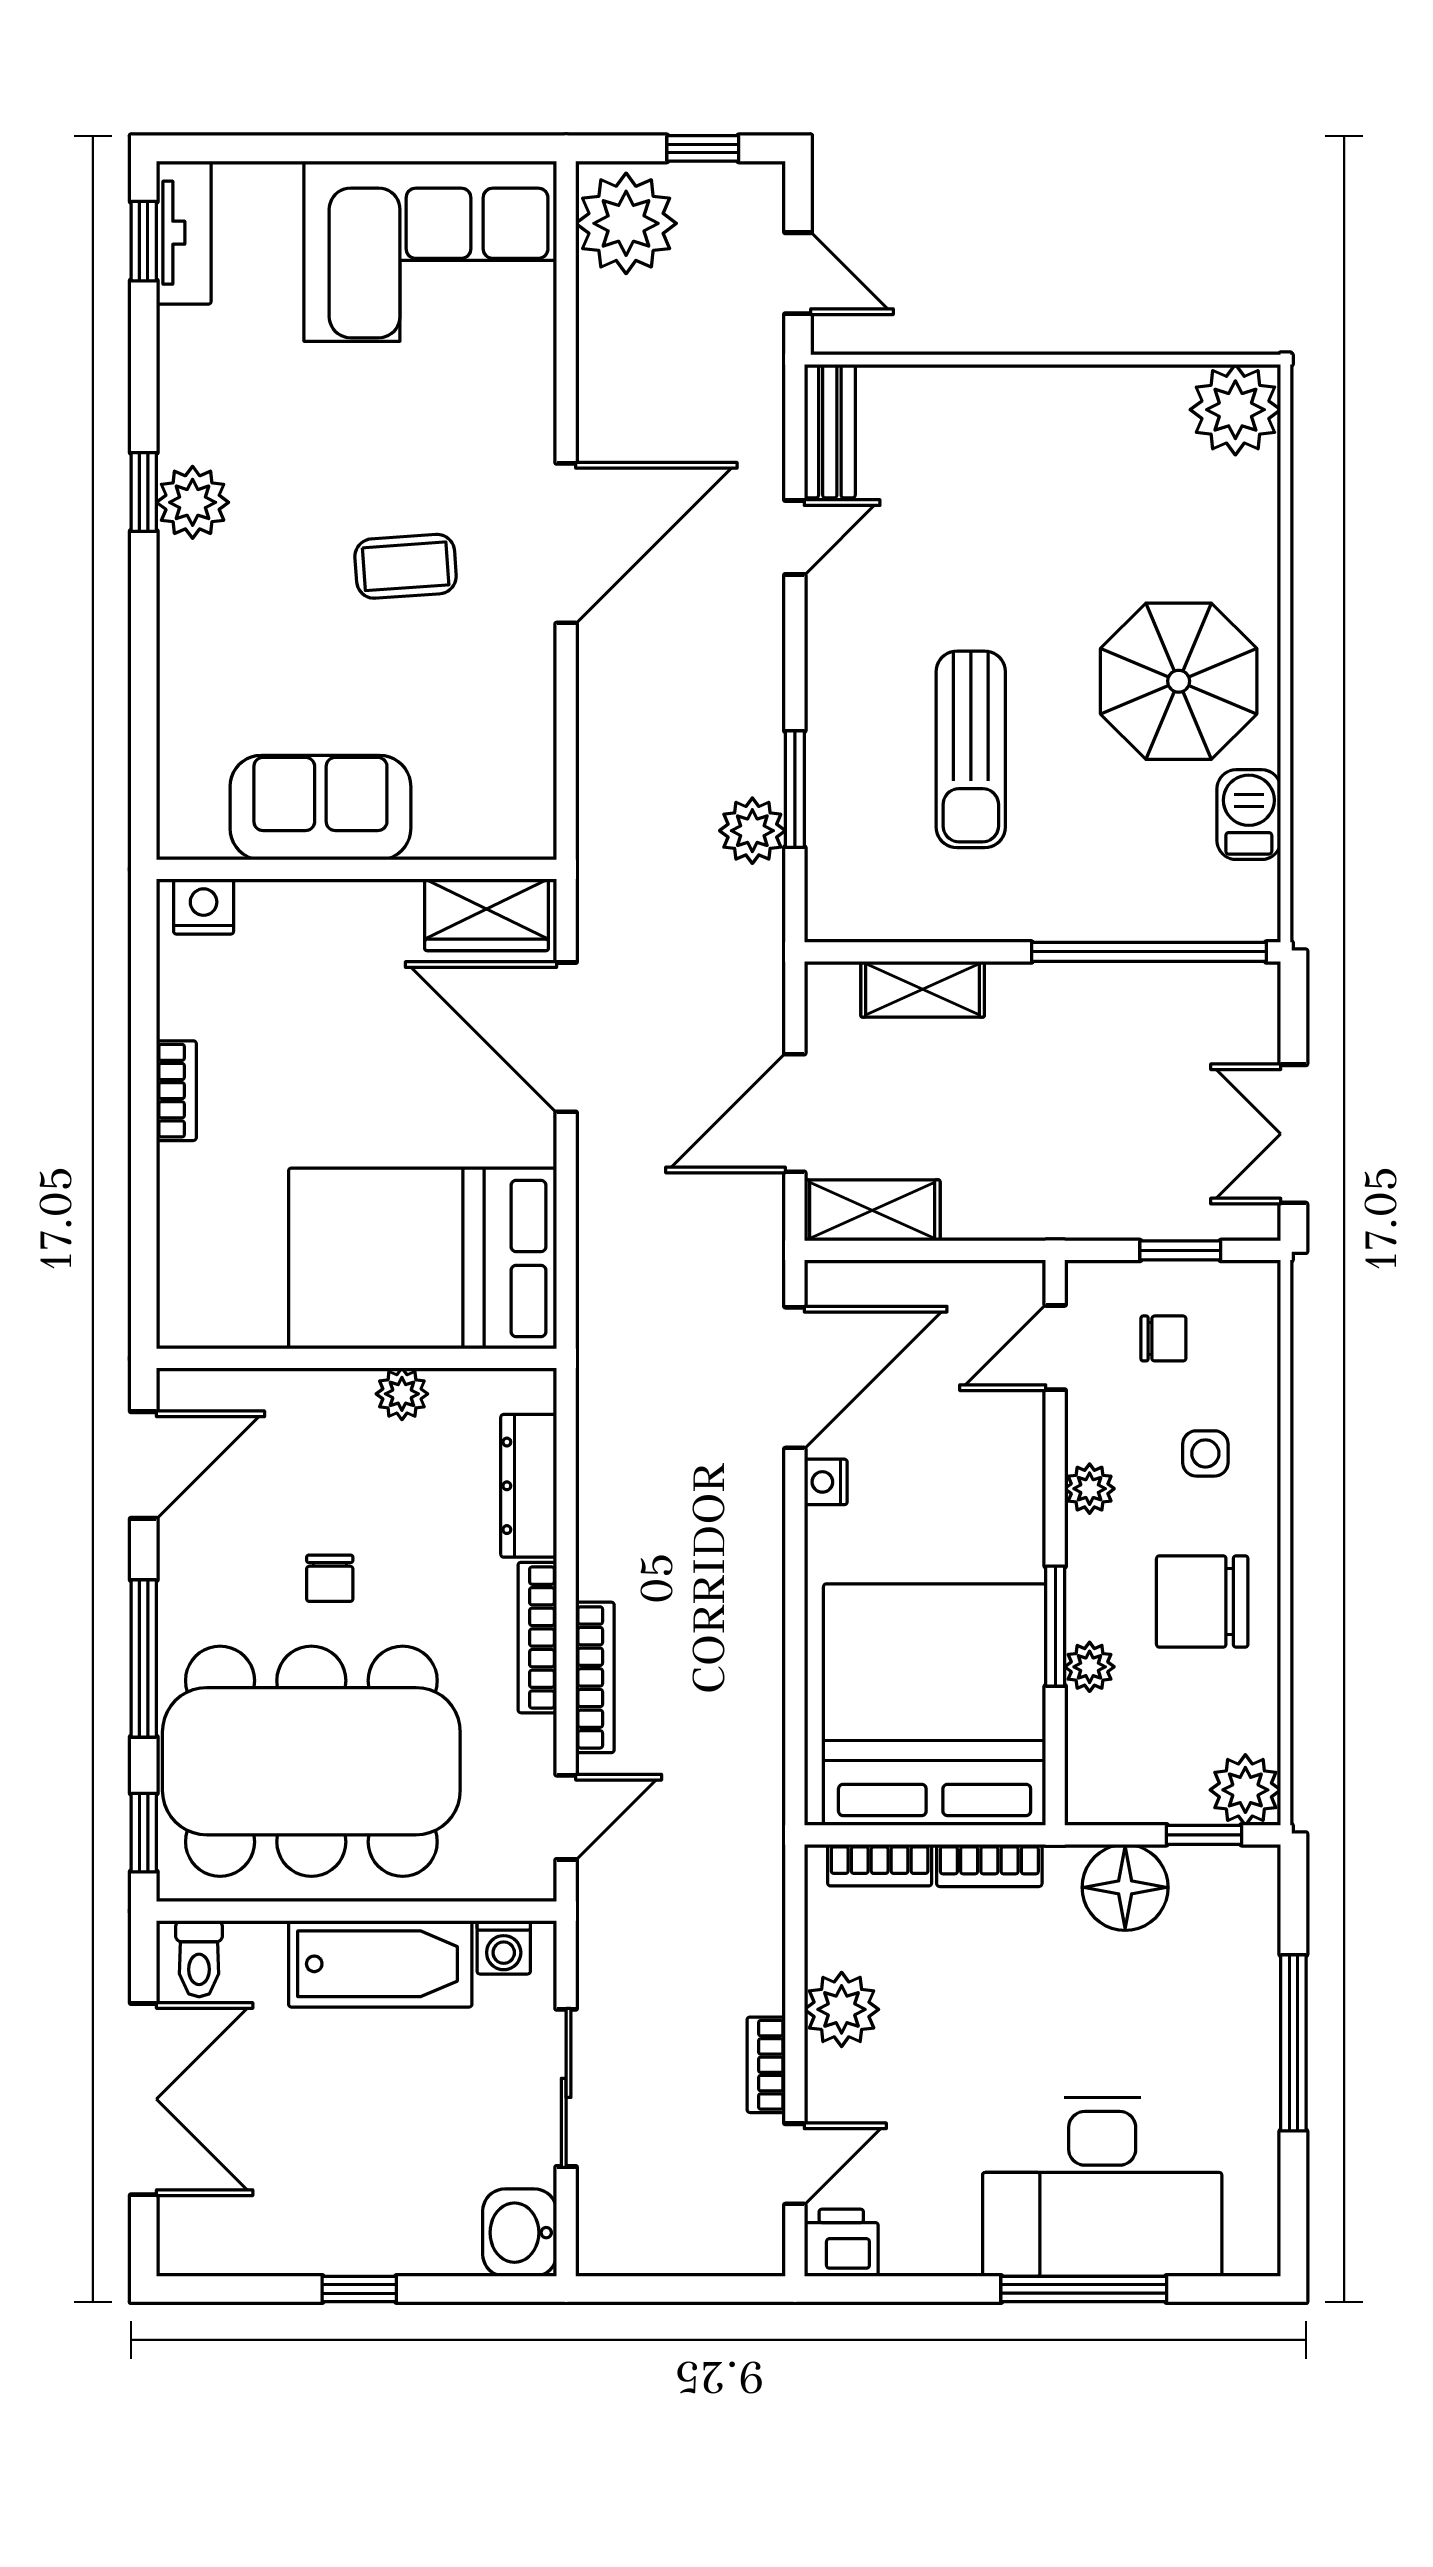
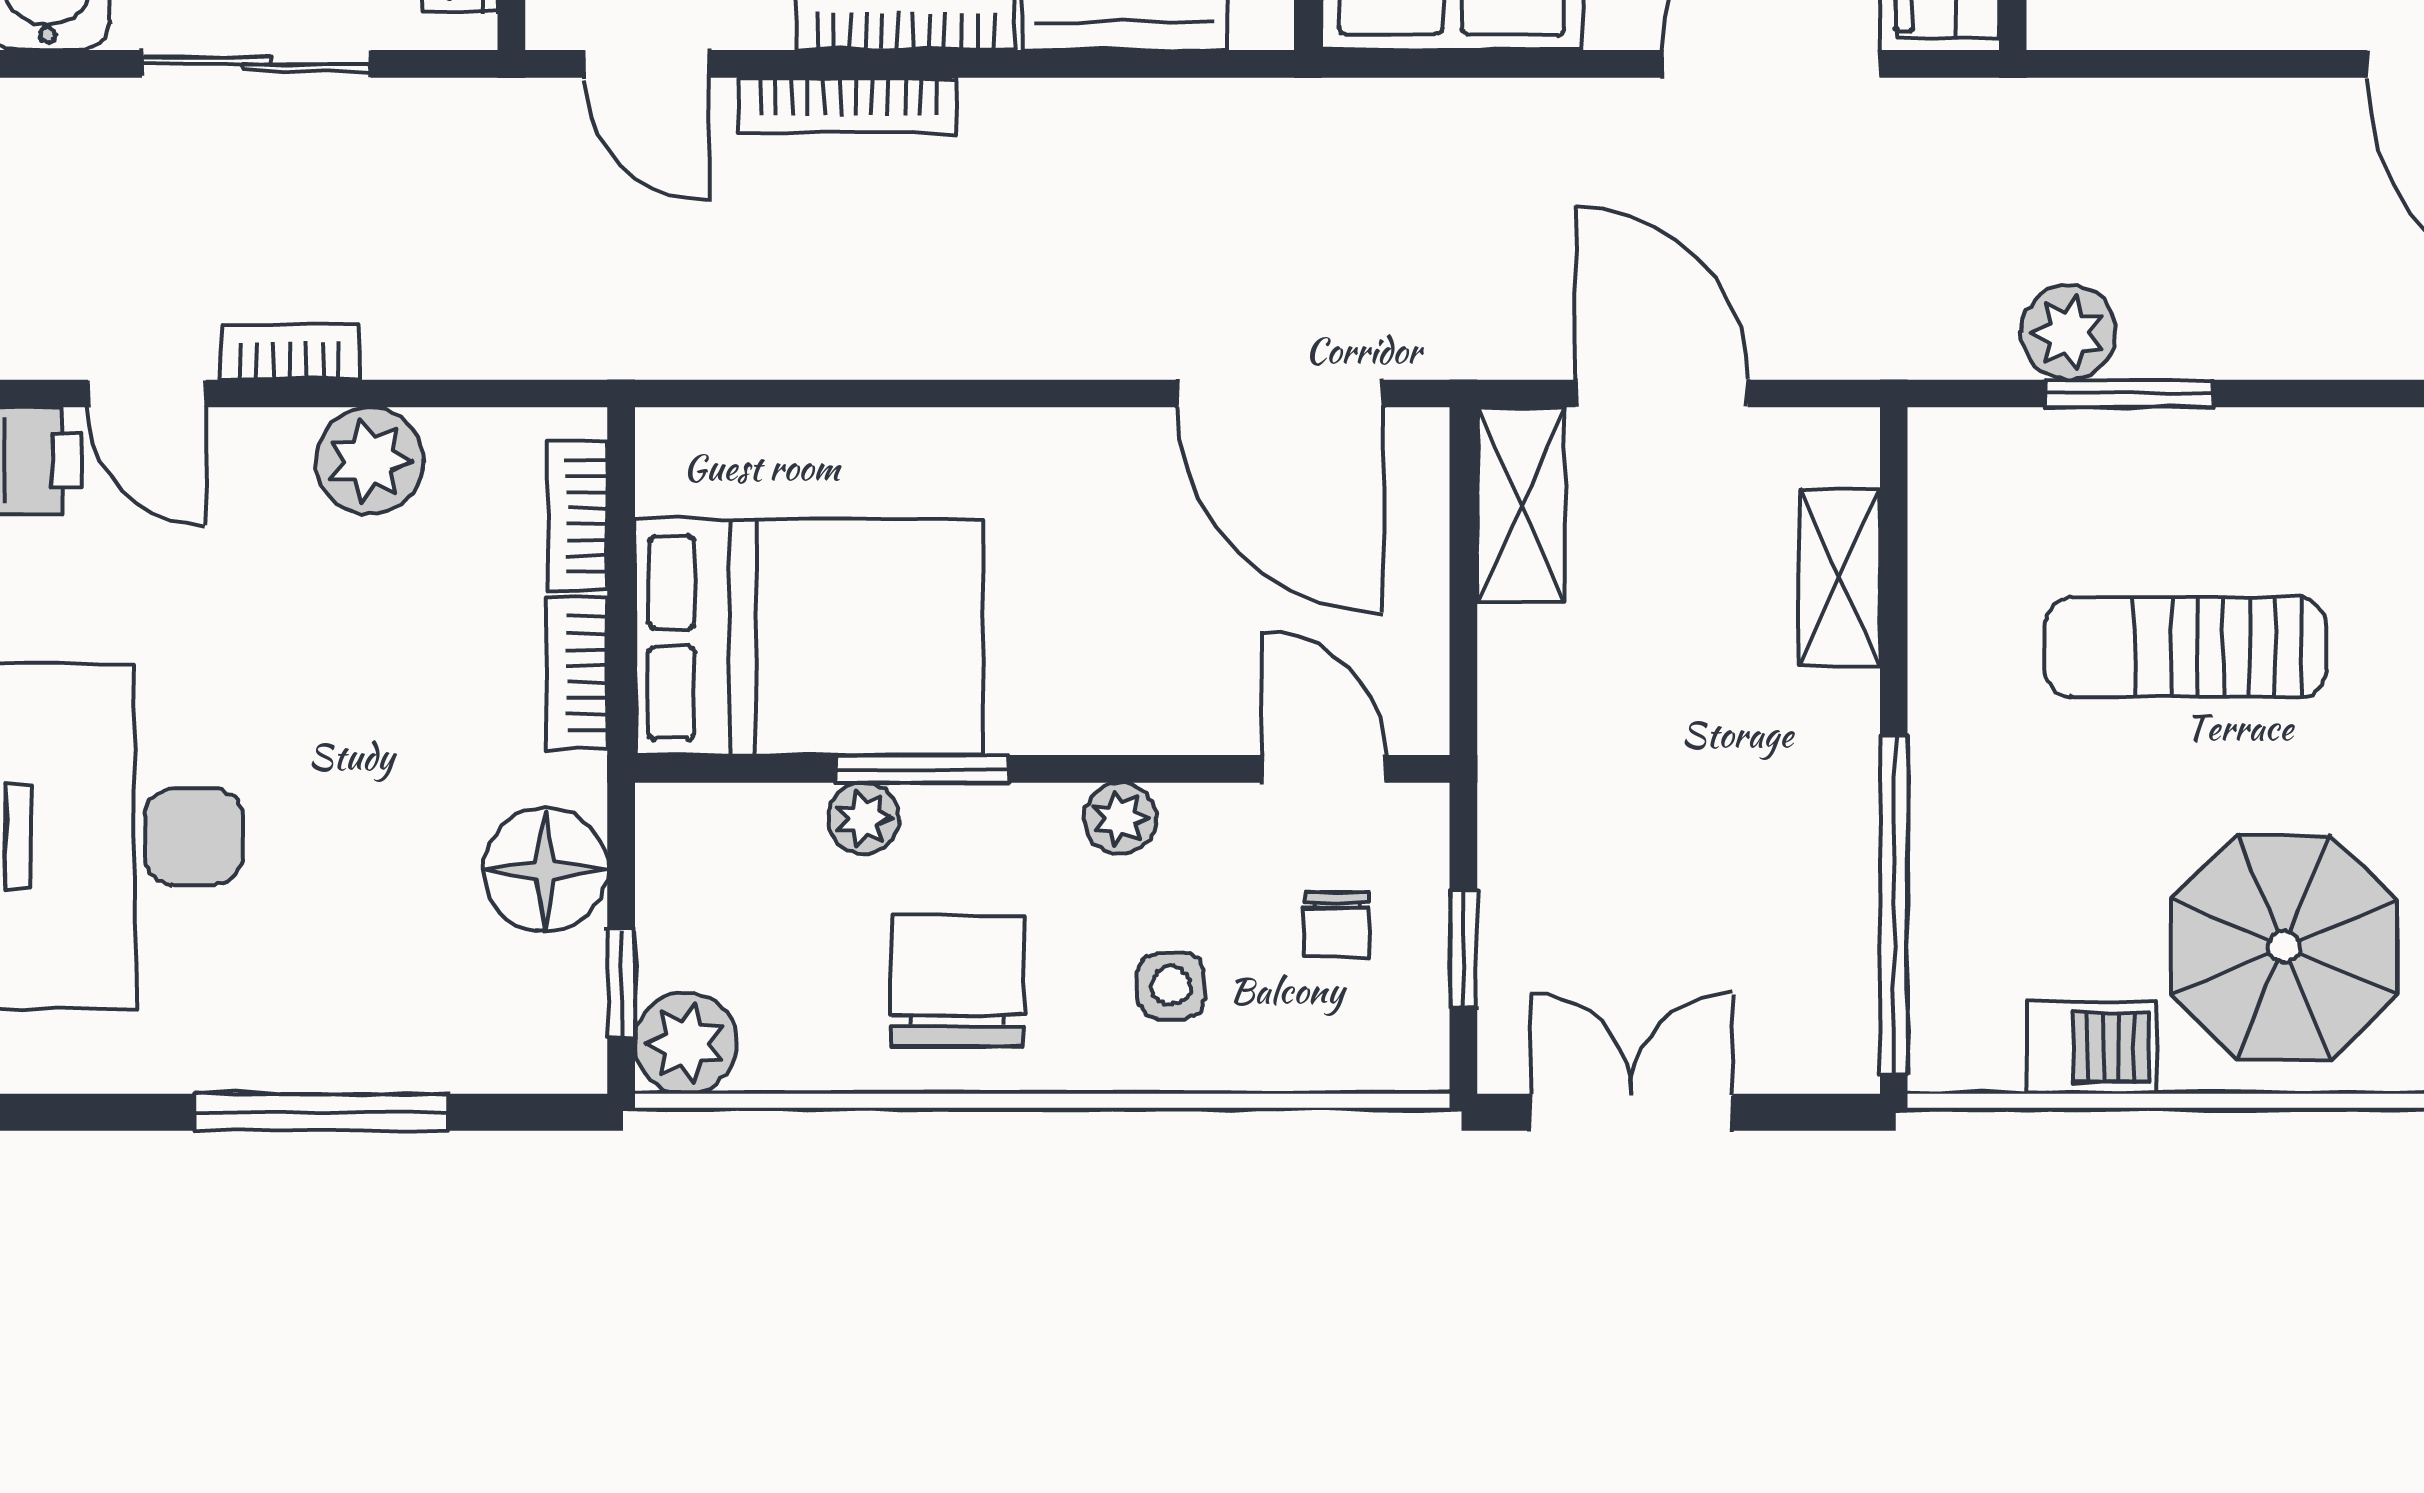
nightstand: (826, 1482) -> (1130, 438), removed
bed: (935, 1705) -> (809, 638), width x0.73

